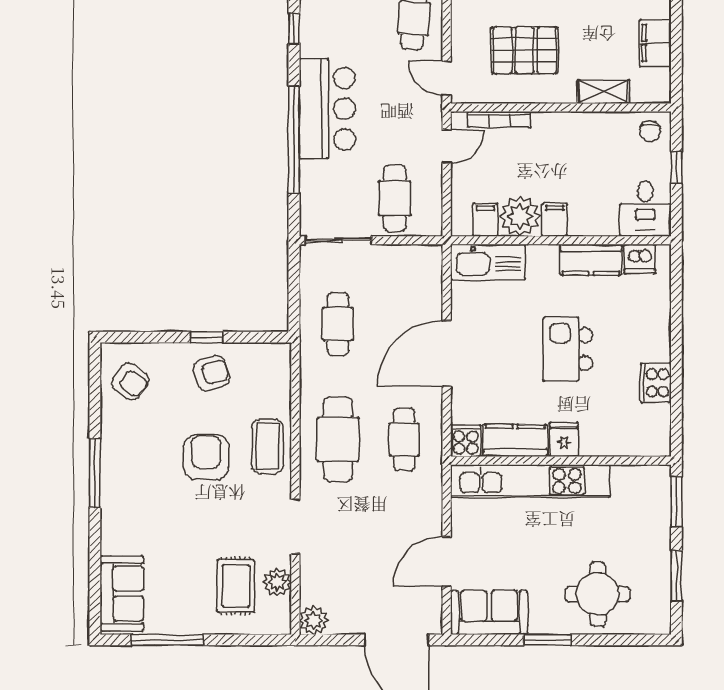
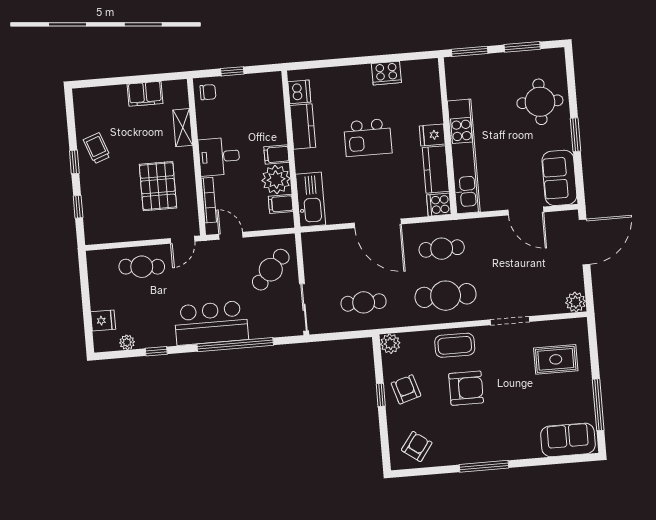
cafe table: (395, 198) -> (271, 270), turned -46
desk: (645, 208) -> (219, 157), moved, turned 180
armchair: (206, 457) -> (466, 388), turned 180
plant: (277, 582) -> (390, 344), moved

